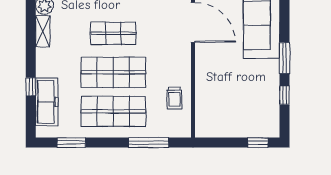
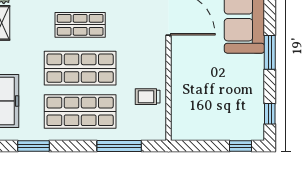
window: (284, 95) -> (270, 114), moved
trolley: (174, 98) -> (148, 97), turned 90

